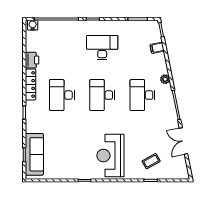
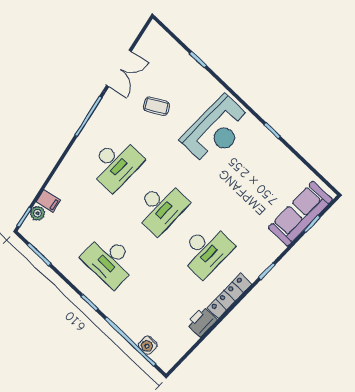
water cooler: (33, 25) -> (148, 345), moved
plant: (165, 79) -> (38, 213), moved
coffee table: (151, 161) -> (156, 106), moved

